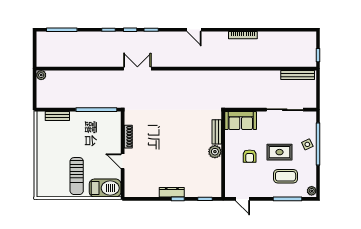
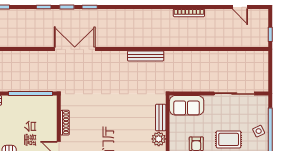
door: (194, 30) -> (240, 7), moved
double door: (137, 69) -> (75, 49), width x1.37
bench: (298, 75) -> (146, 56), moved

